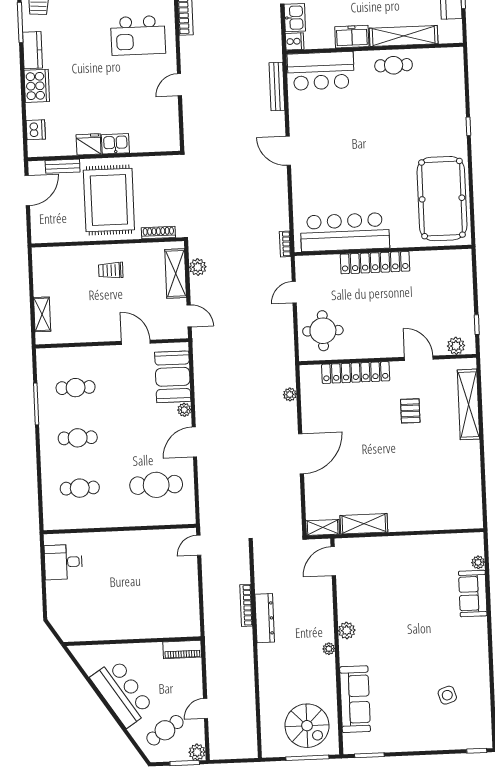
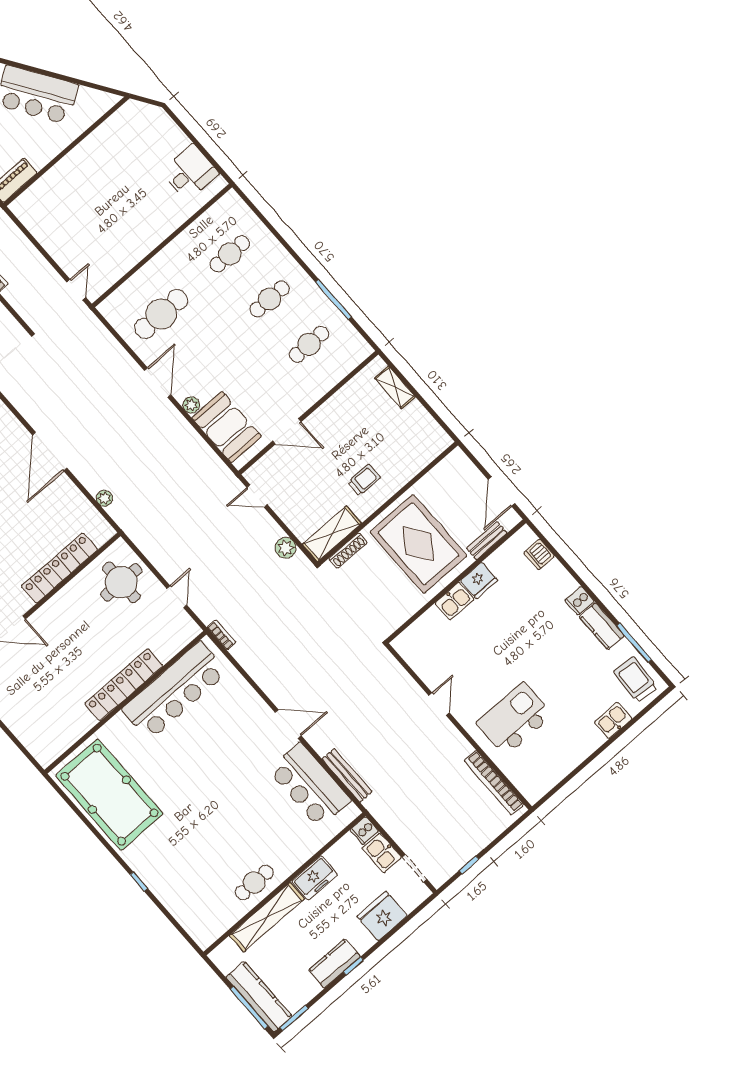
bar counter: (321, 71) -> (310, 785), moved, turned -90
cooker: (37, 86) -> (580, 601), width x0.53, depth x0.76
shelving: (176, 273) -> (332, 534), moved, turned 90

